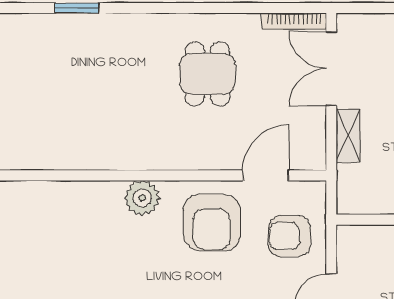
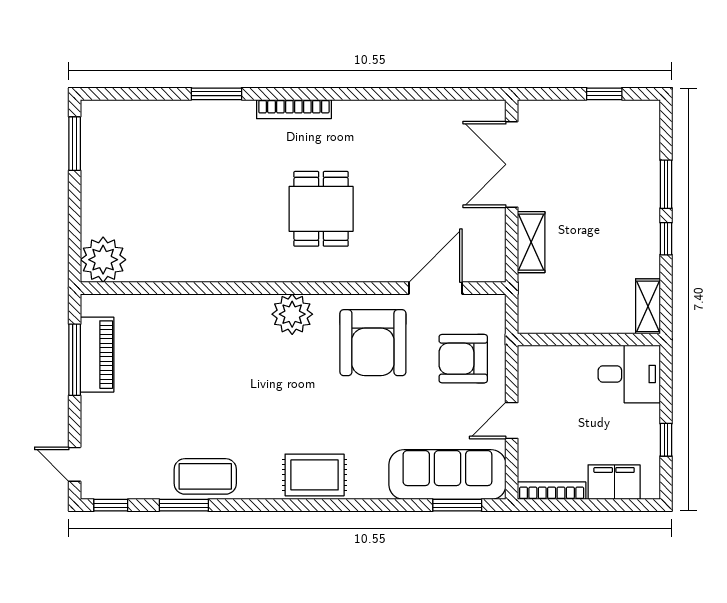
bookcase: (294, 21) -> (294, 109), moved
dining table: (207, 74) -> (321, 209), moved

